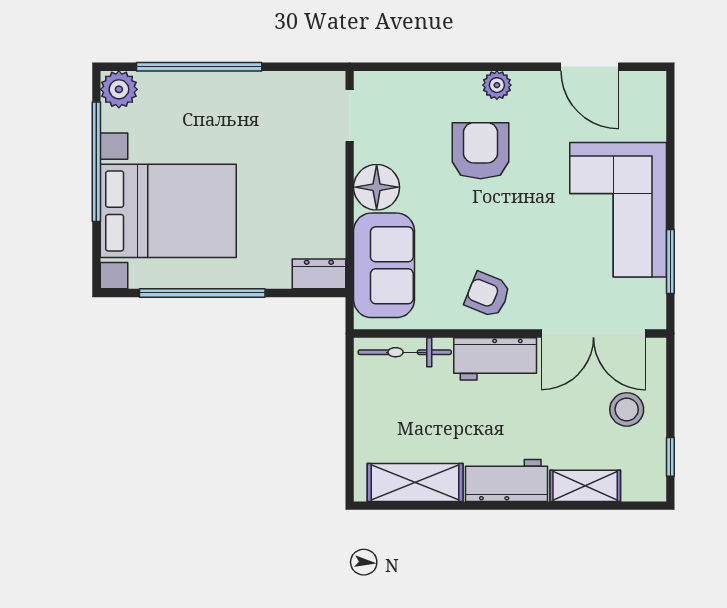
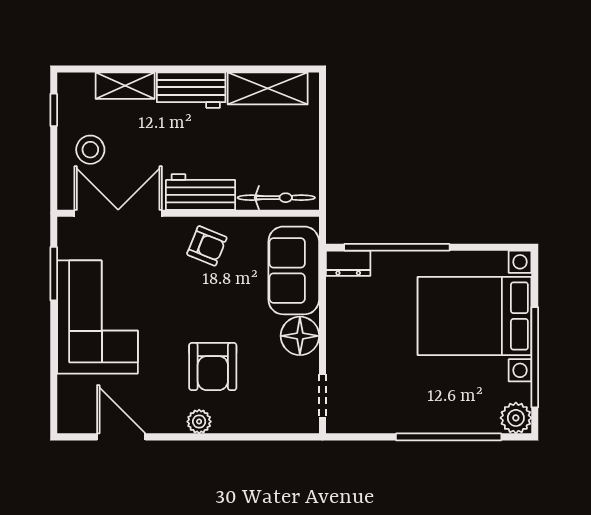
window: (202, 293) -> (397, 247), moved

